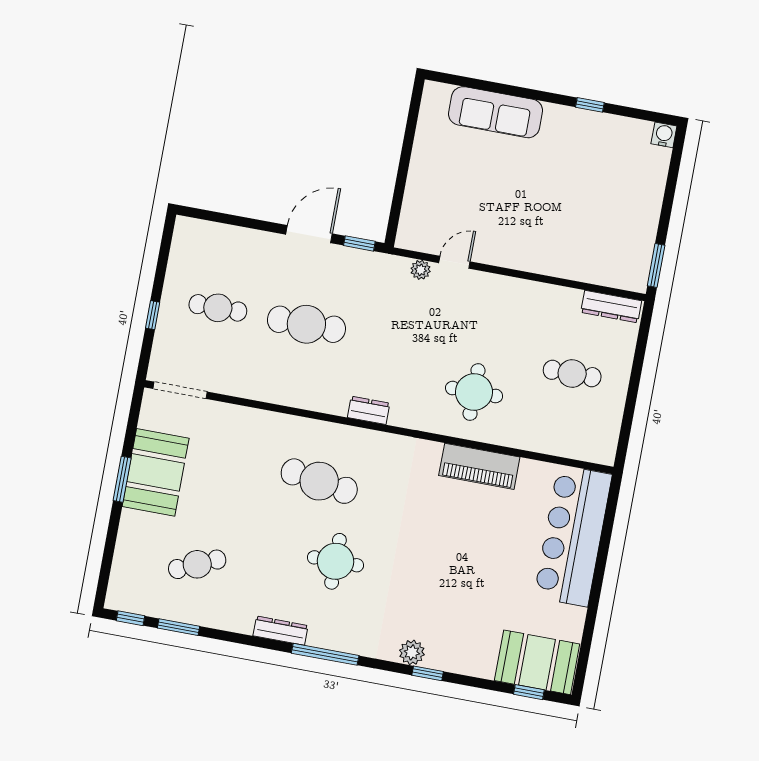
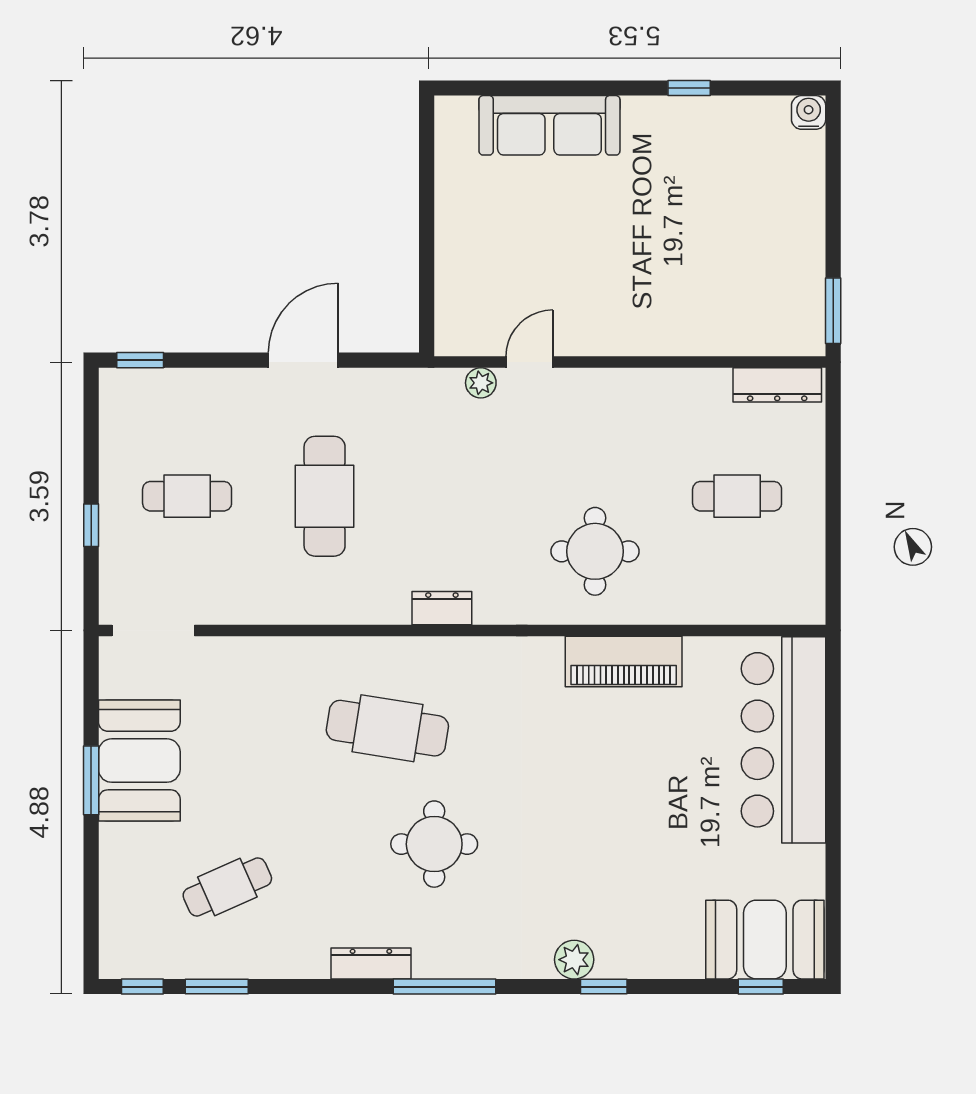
window: (359, 243) -> (140, 360), moved
cafe table: (306, 324) -> (325, 496), turned 90

